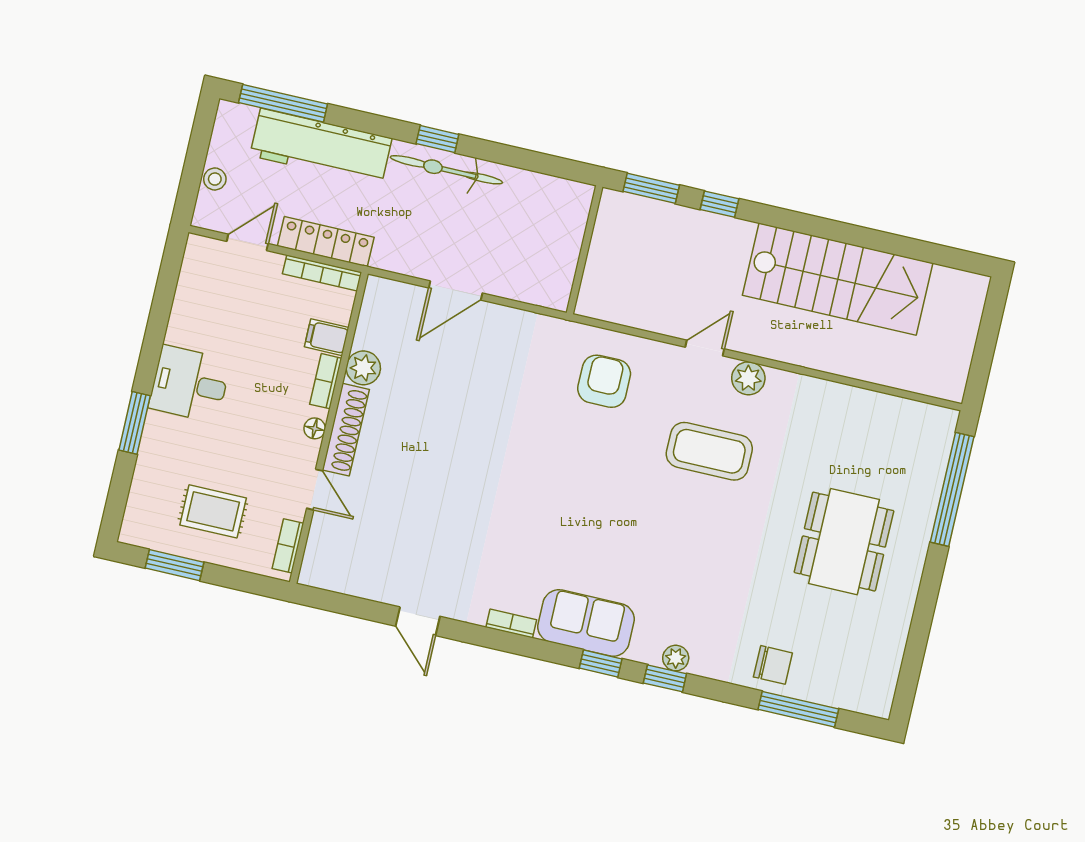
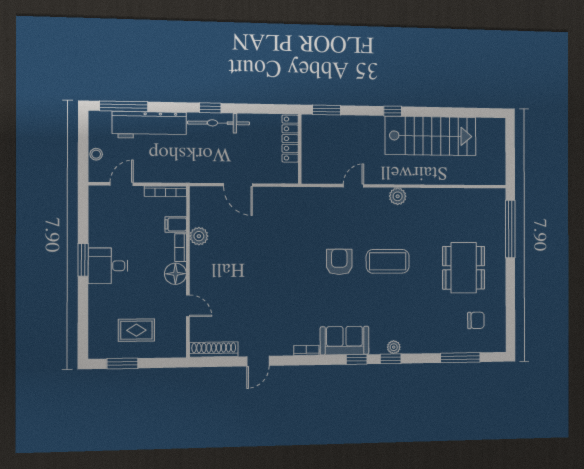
window: (720, 204) -> (393, 111), moved
locker: (326, 242) -> (290, 139), moved, turned -90
door: (456, 291) -> (238, 185), hinge flipped
door: (705, 348) -> (353, 186), moved
armchair: (604, 381) -> (339, 262), moved
window: (135, 423) -> (83, 260), moved
floor lamp: (315, 428) -> (175, 274), width x1.89, depth x1.89
shoe rack: (346, 430) -> (214, 349), moved, turned -90
coffee table: (709, 451) -> (388, 261), moved
bookcase: (288, 546) -> (181, 339), removed
door: (418, 621) -> (258, 361), hinge flipped
chair: (773, 665) -> (476, 320), moved

